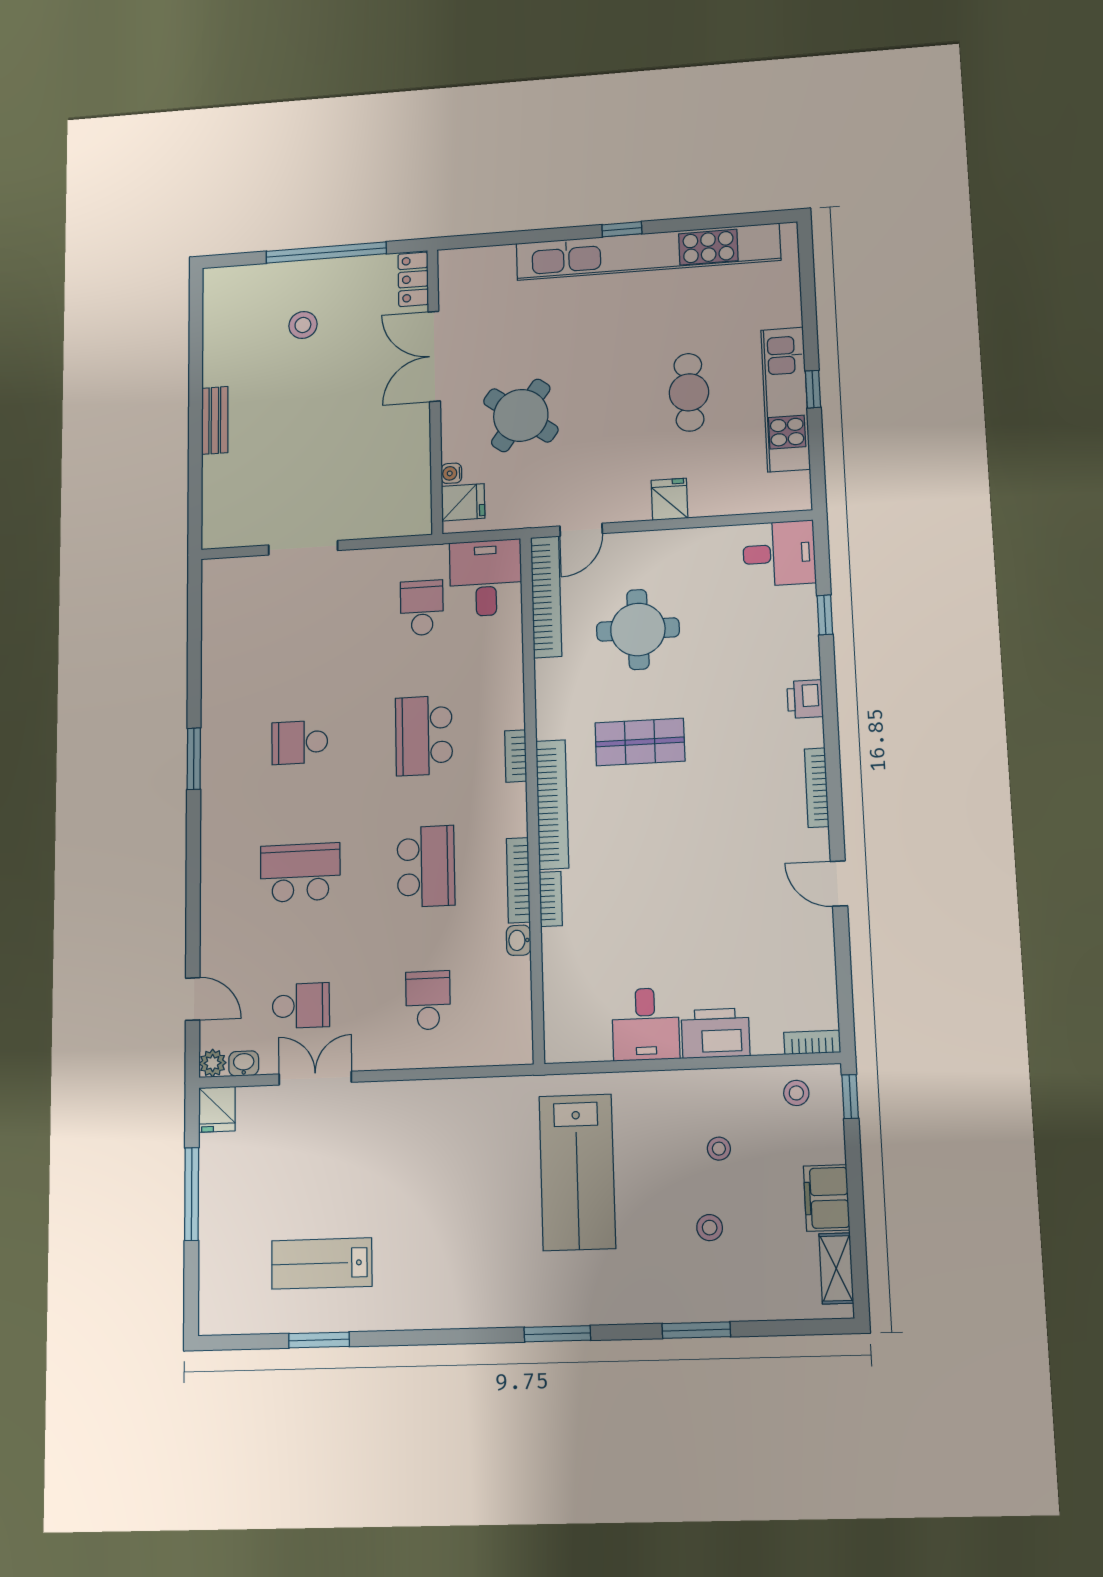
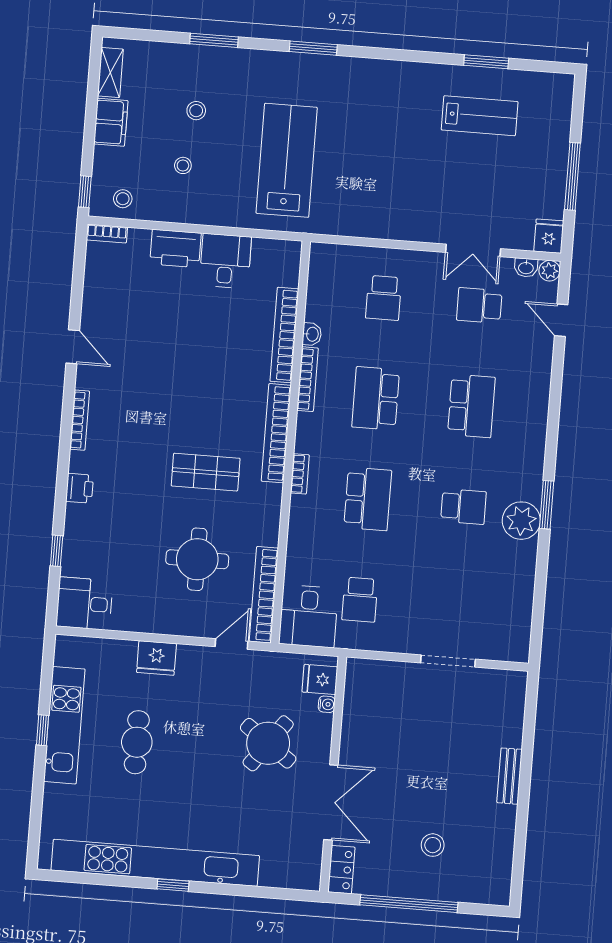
fridge: (669, 499) -> (156, 658), width x1.38
plant: (224, 735) -> (521, 521), added
school desk: (300, 873) -> (471, 406), turned -90
bookcase: (551, 899) -> (284, 335), width x2.31, depth x1.31

